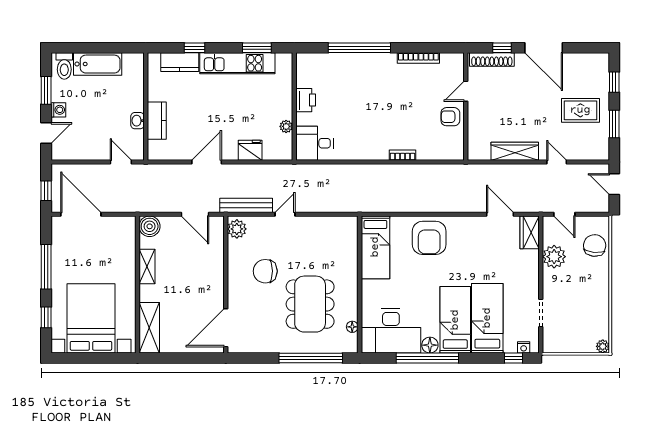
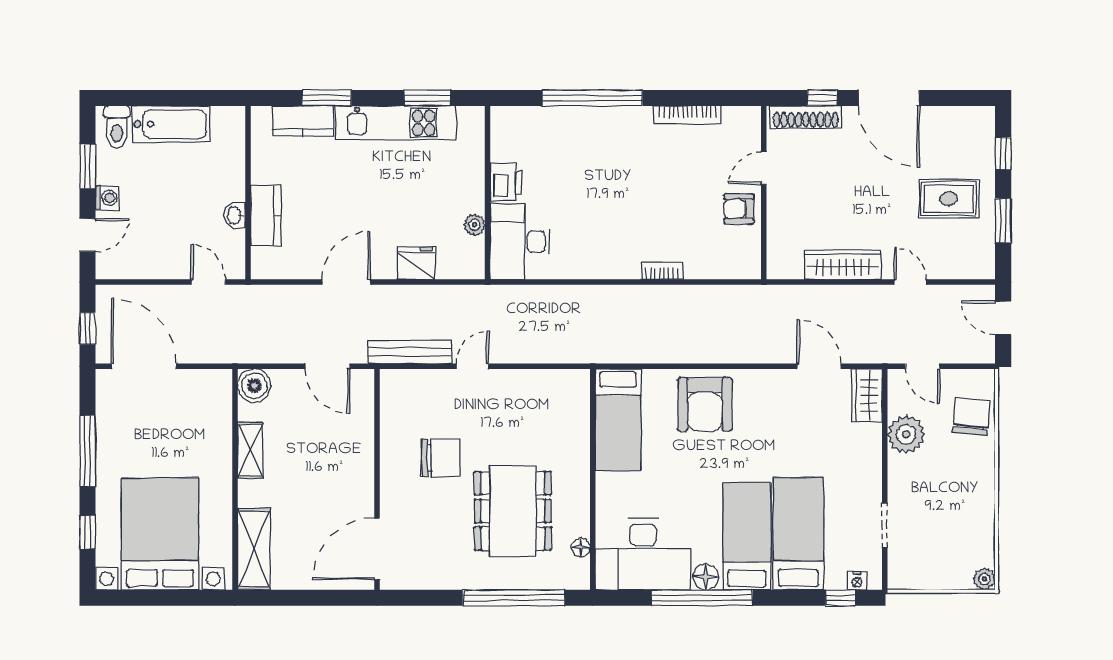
window: (195, 48) -> (327, 98), width x1.50
desk: (315, 143) -> (520, 241), width x1.37
plant: (237, 229) -> (395, 390), removed
chair: (265, 271) -> (441, 458), turned 180

